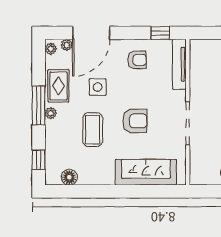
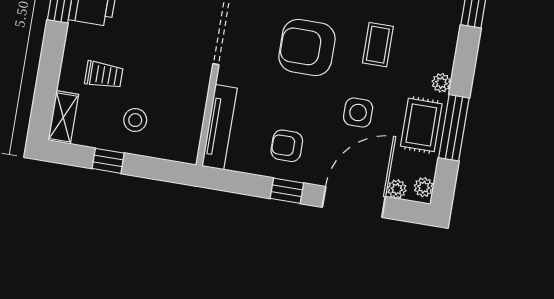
window: (160, 33) -> (287, 191), moved
window: (39, 105) -> (454, 128), moved
armchair: (135, 121) -> (307, 47), width x1.36, depth x1.36
coffee table: (93, 130) -> (378, 45), width x0.73, depth x0.77

